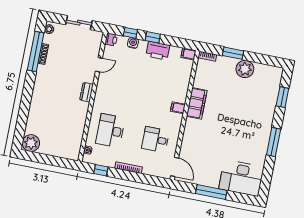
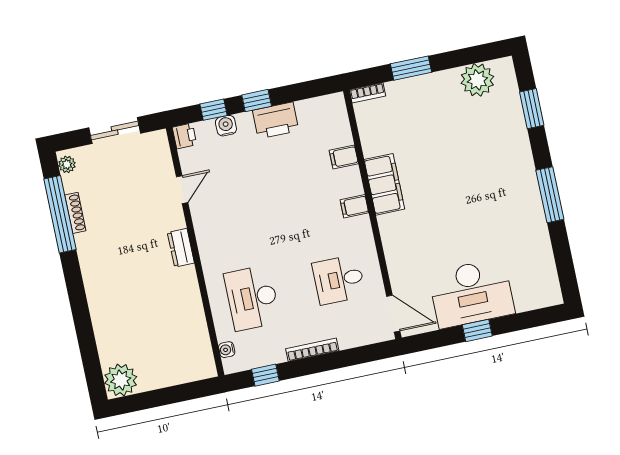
filing cabinet: (188, 54) -> (344, 157), moved
plant: (245, 69) -> (477, 80), moved
desk: (241, 178) -> (472, 293), moved
window: (211, 192) -> (477, 330), width x0.46

